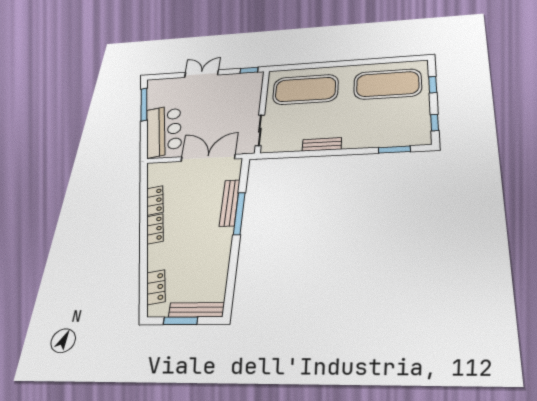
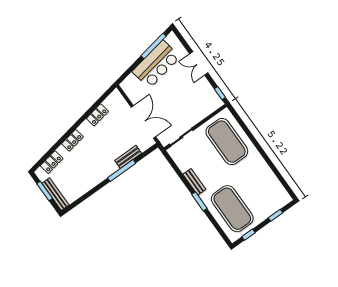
double door: (201, 74) -> (199, 63), swing flipped
exercise mat: (388, 84) -> (232, 209), moved
bar counter: (164, 131) -> (156, 64), moved
window: (394, 150) -> (199, 201), moved
bench: (230, 203) -> (128, 157), width x0.73
locker: (155, 229) -> (72, 140), moved

